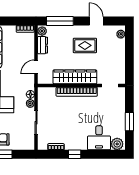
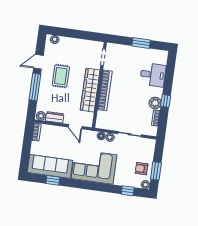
window: (60, 21) -> (35, 87), moved
plant: (117, 144) -> (155, 103), moved

